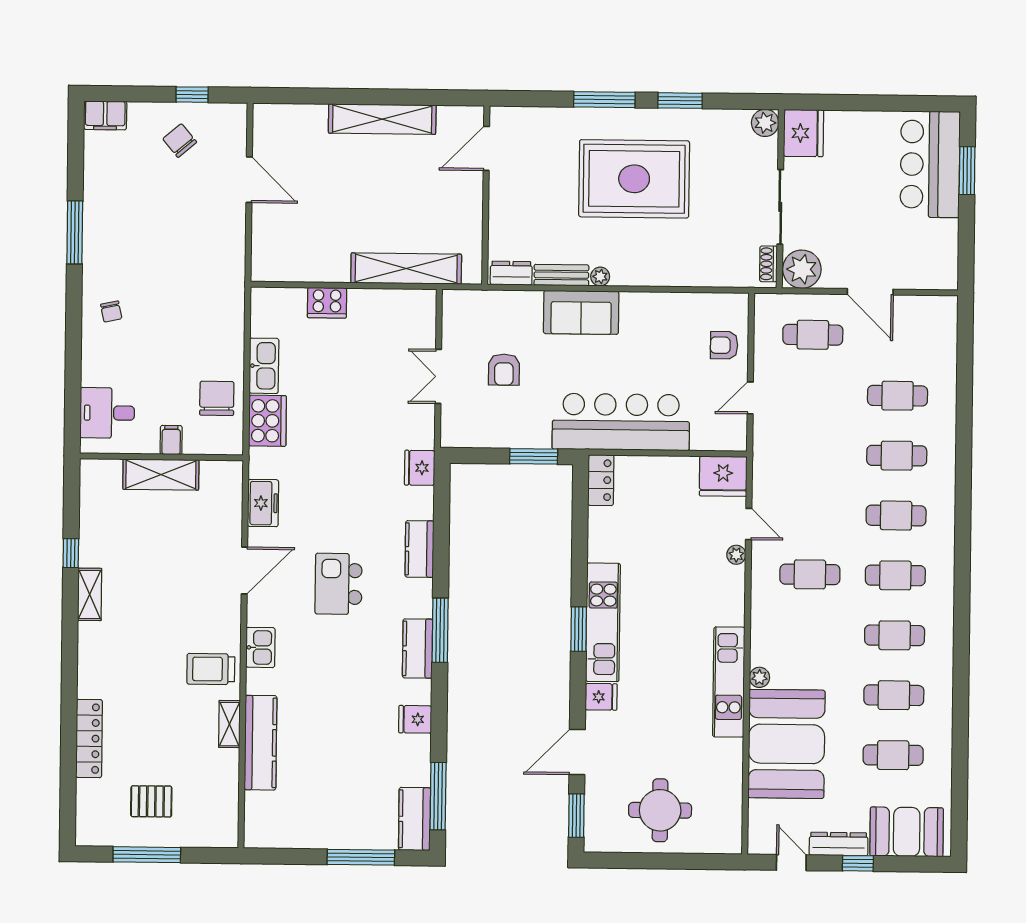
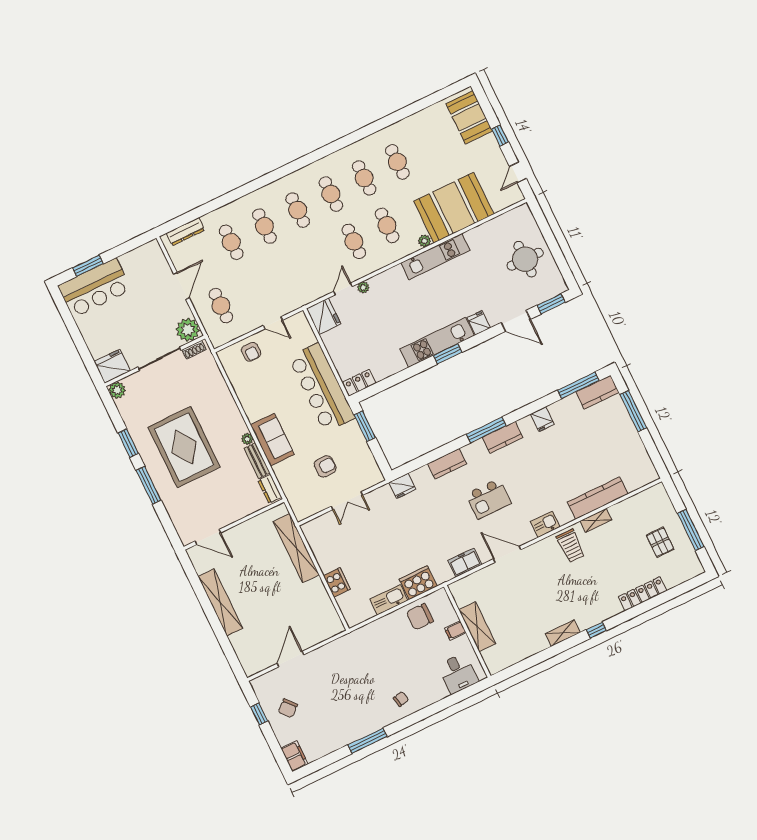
window: (71, 553) -> (596, 630), moved
cafe table: (893, 755) -> (387, 225), moved
dresser: (839, 844) -> (185, 232), moved, turned -90

